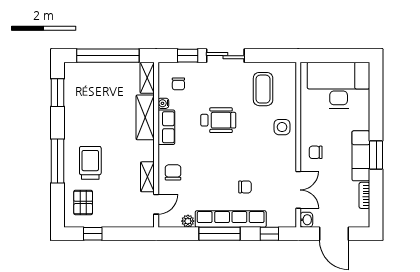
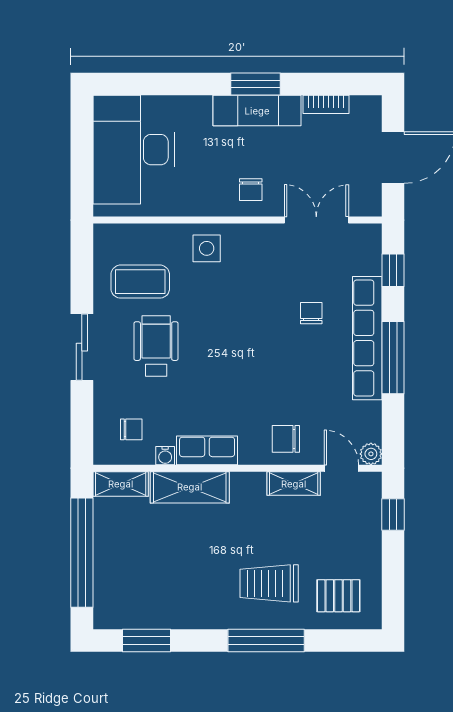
window: (188, 56) -> (82, 413), removed
wheelchair: (218, 120) -> (156, 346), moved
washbasin: (306, 220) -> (369, 206), removed
plant: (188, 221) -> (371, 454), moved
window: (93, 234) -> (393, 515), moved

